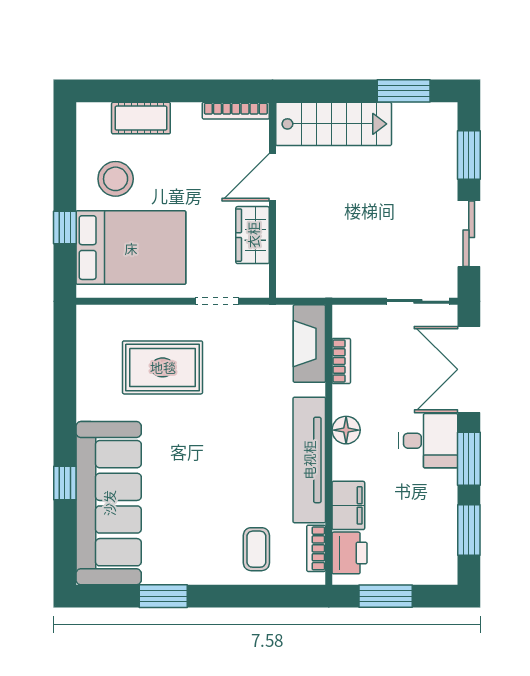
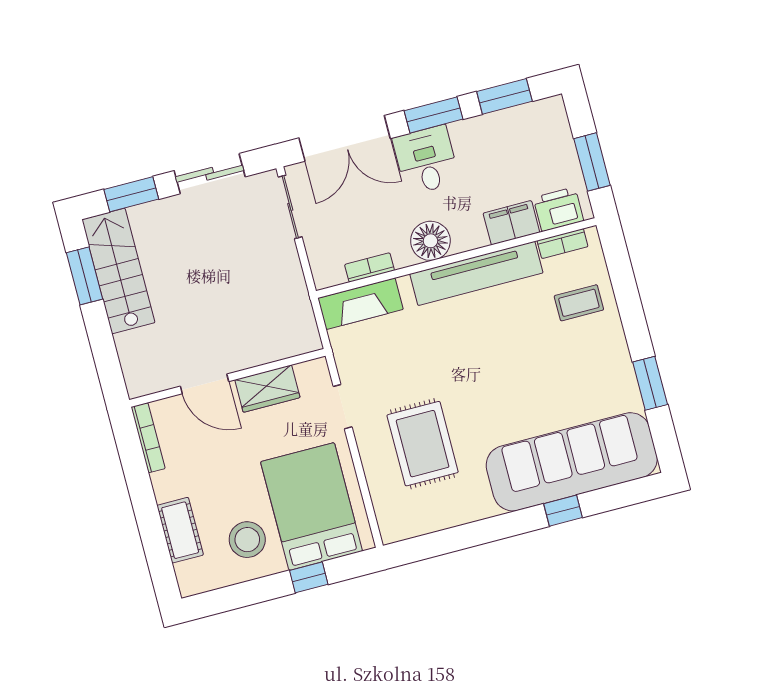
stairs: (334, 124) -> (118, 271), moved
floor lamp: (346, 430) -> (430, 241), width x1.38, depth x1.38

